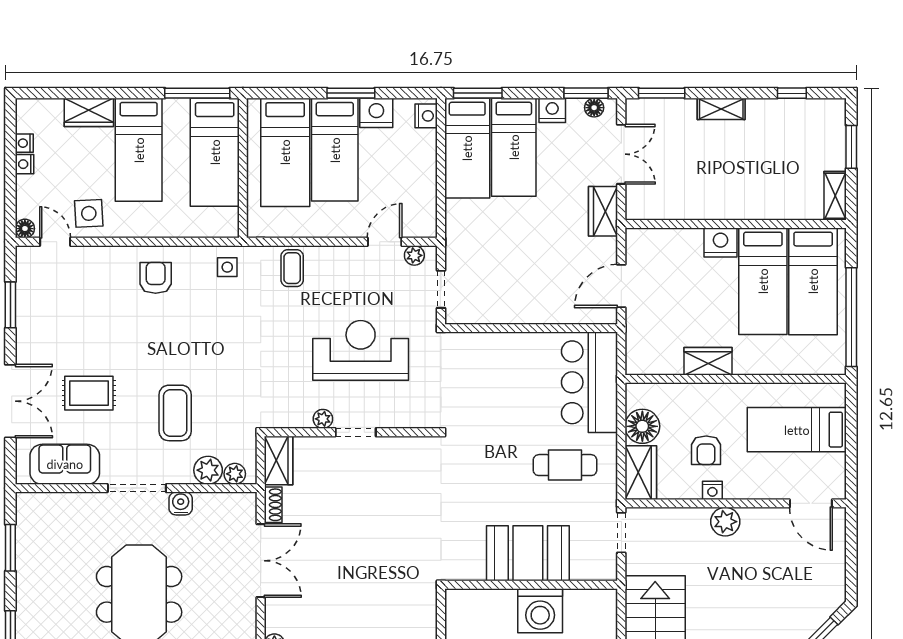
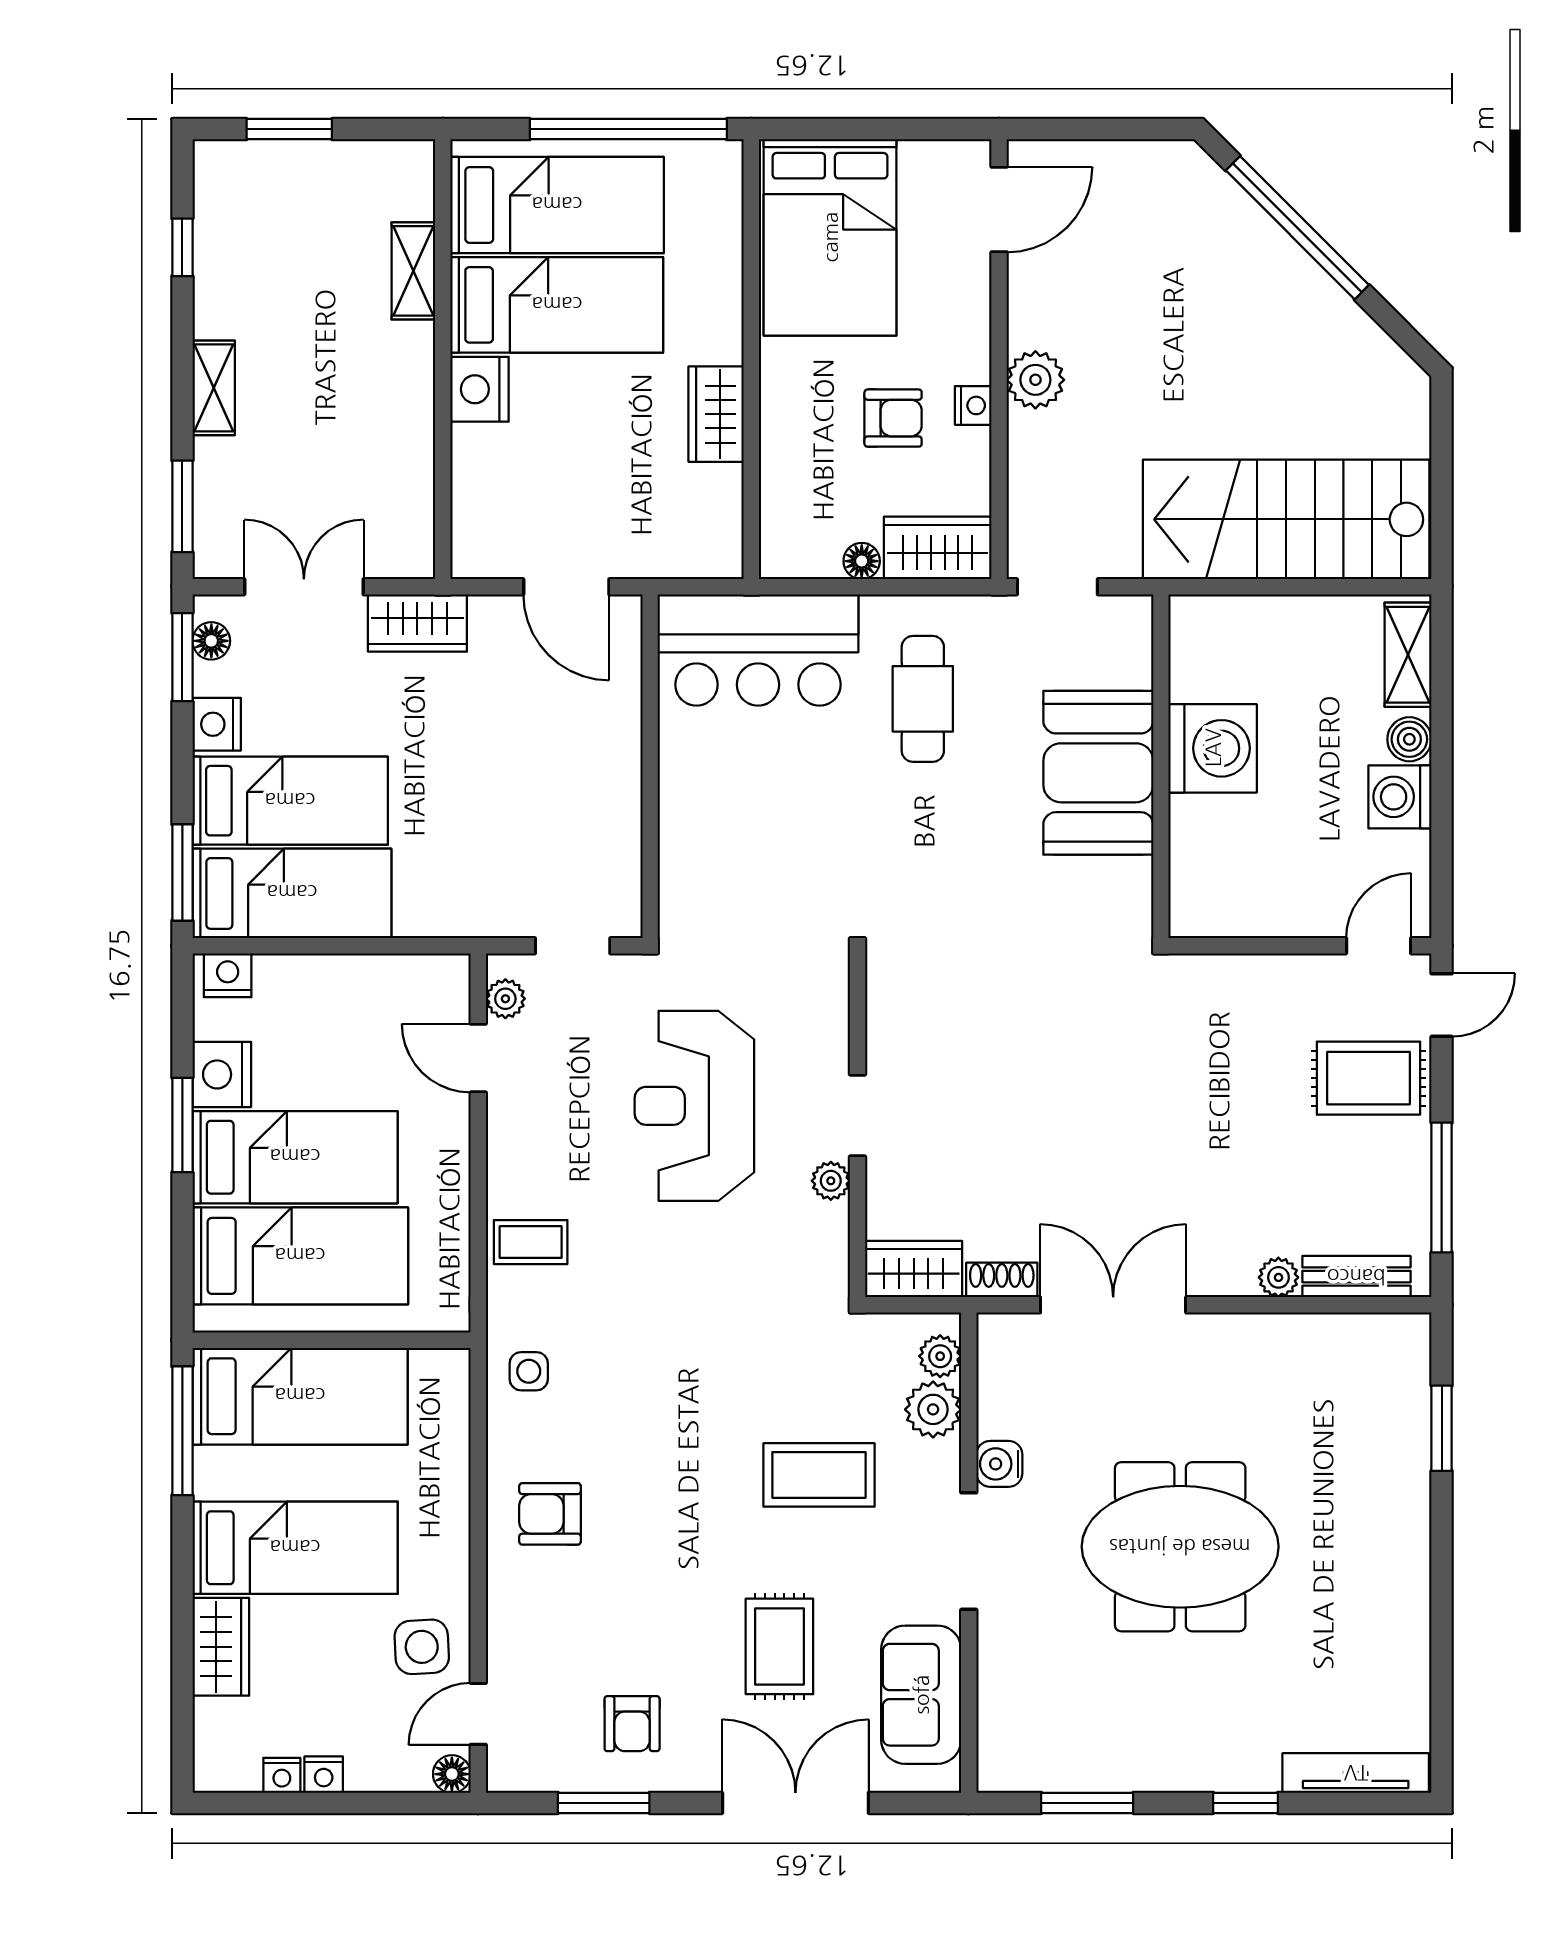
shelving: (835, 196) -> (413, 271), moved, turned 90
armchair: (50, 319) -> (632, 1724), added
floor lamp: (642, 426) -> (862, 561), width x0.53, depth x0.53
bed: (797, 430) -> (830, 237), width x1.50

